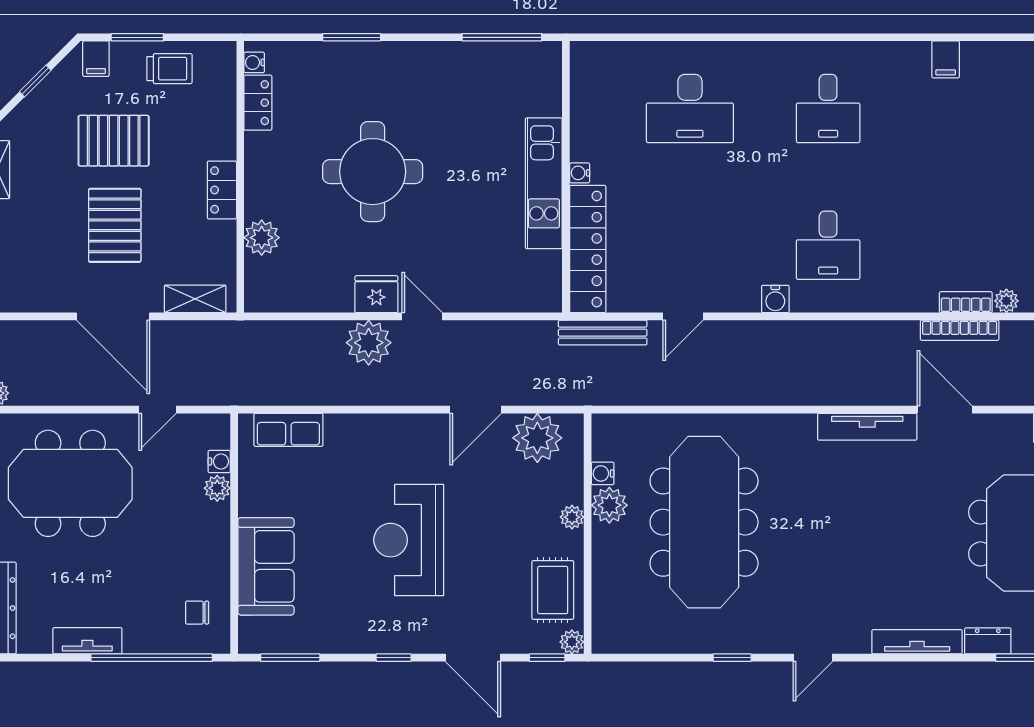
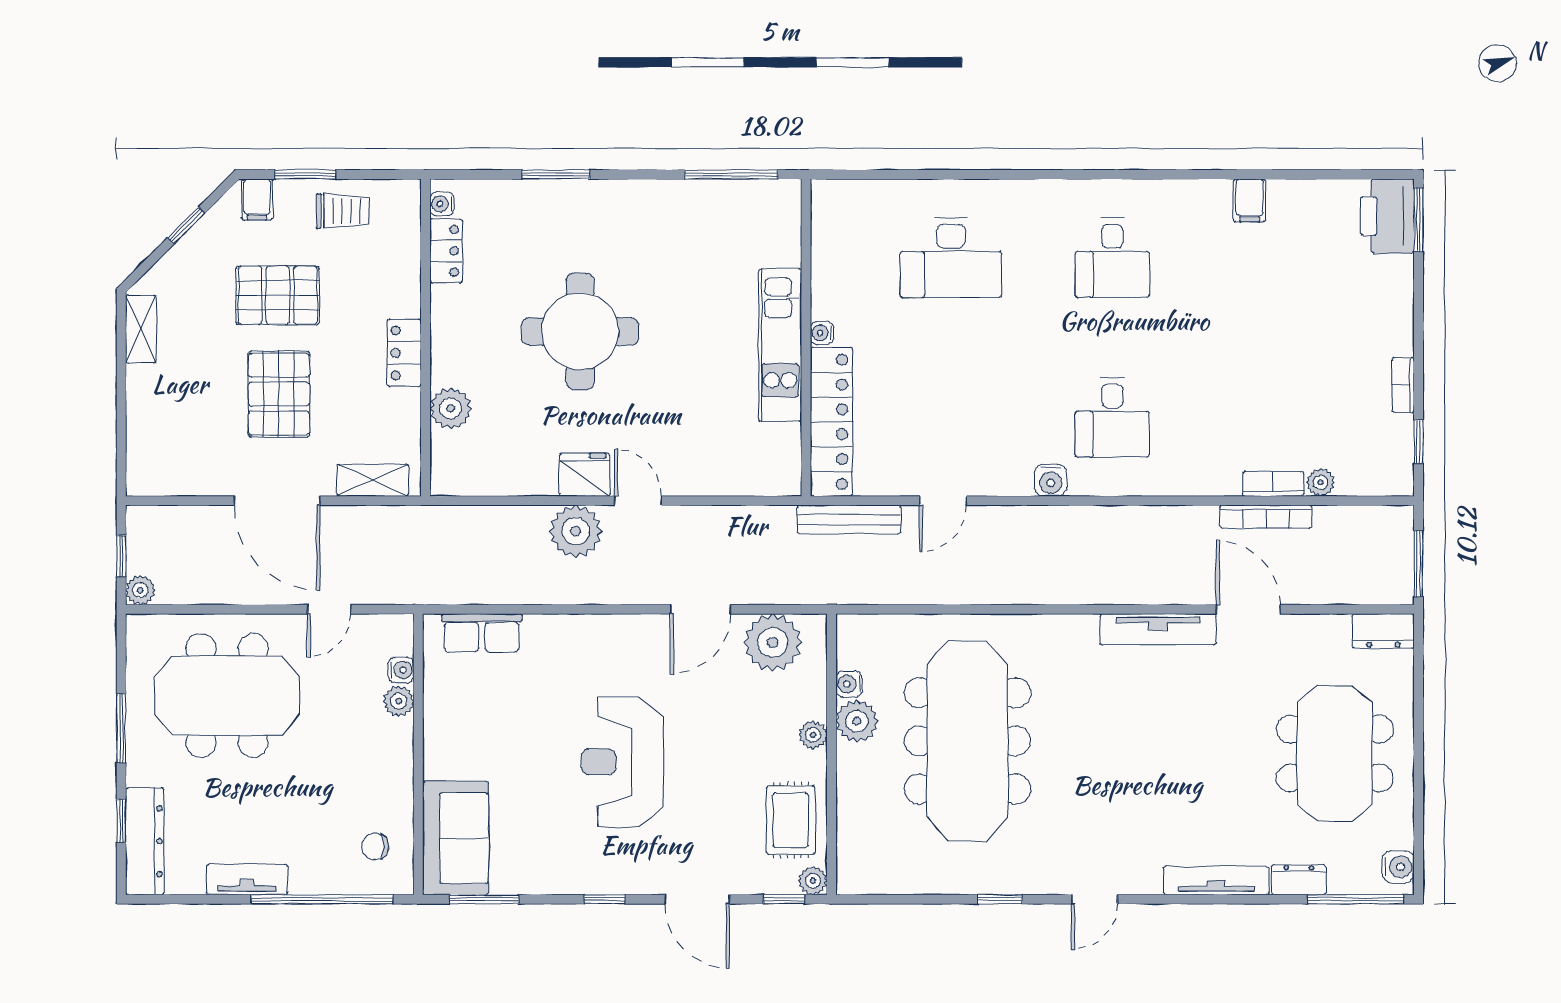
sofa: (266, 566) -> (456, 838), moved

